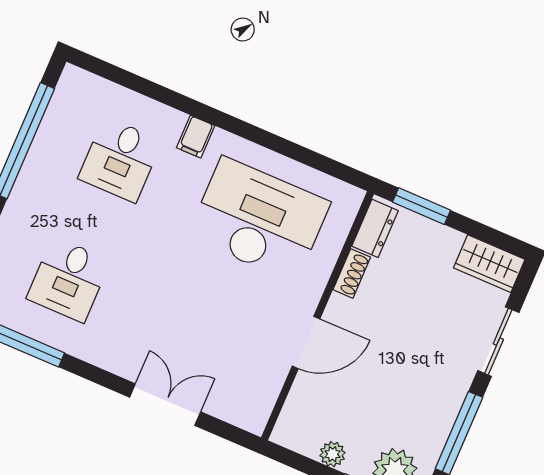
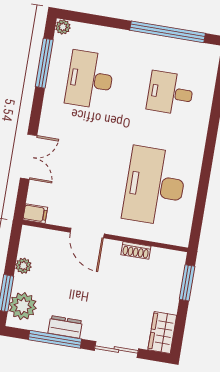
filing cabinet: (196, 137) -> (35, 214), moved, turned 180
desk: (259, 219) -> (155, 186), turned 180
dresser: (375, 228) -> (65, 327), moved, turned 180
desk: (68, 280) -> (90, 80), width x1.37

